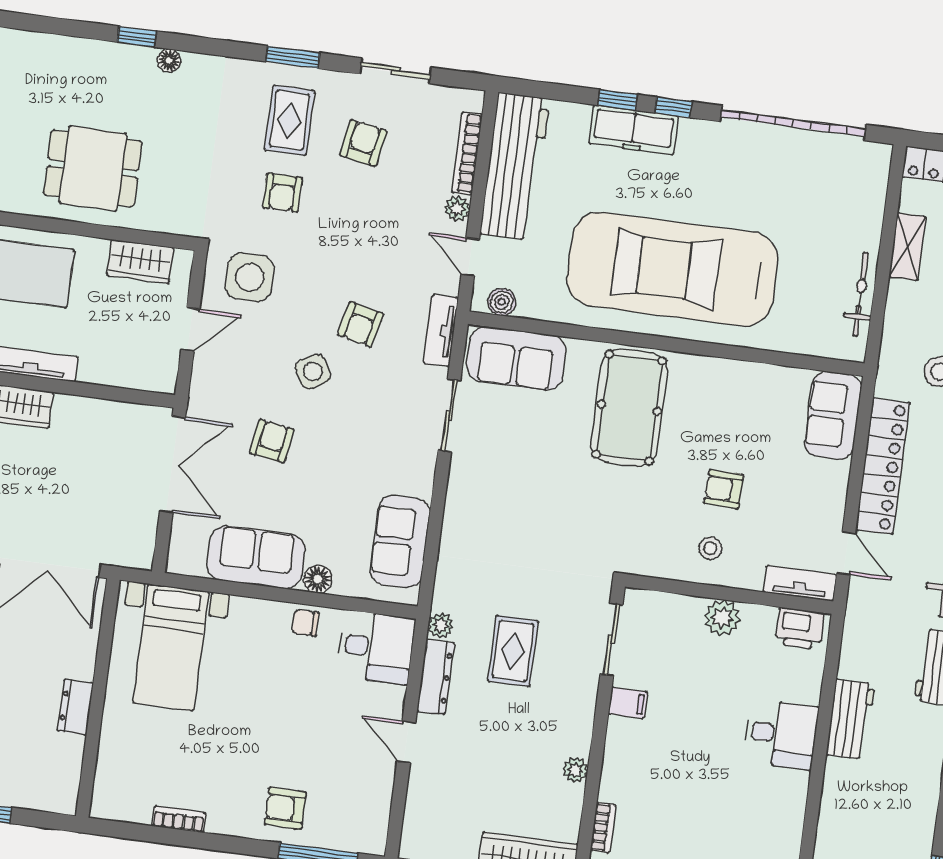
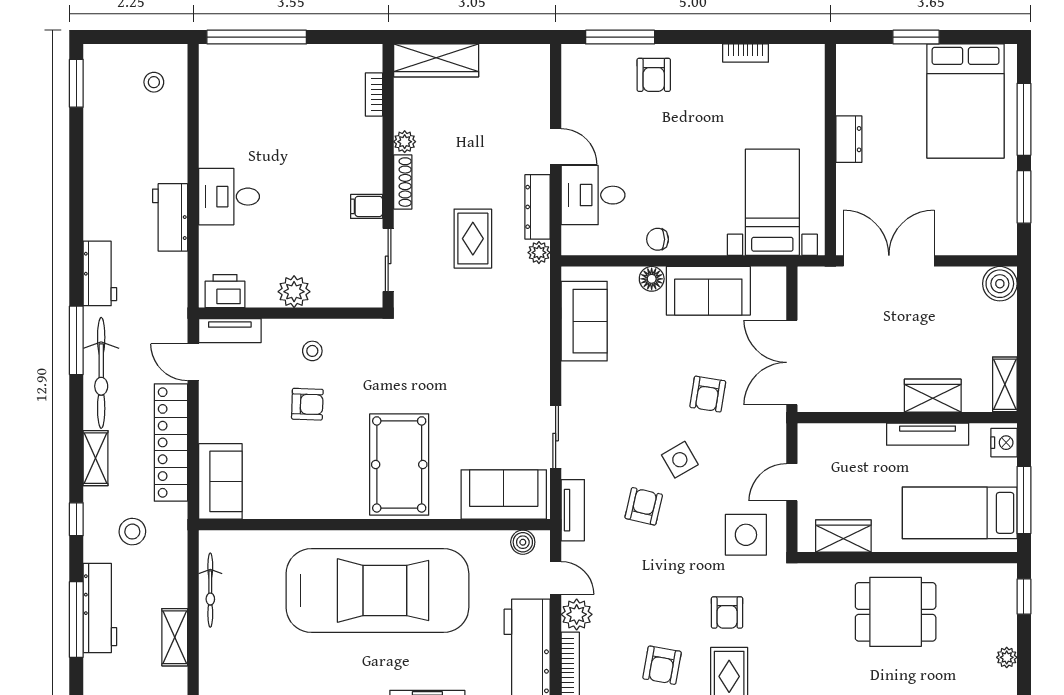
armchair: (282, 193) -> (727, 612), turned 180
plant: (457, 209) -> (577, 614), width x1.38, depth x1.38
chair: (305, 623) -> (658, 239), turned 180
desk: (376, 647) -> (593, 195), moved
shoe rack: (583, 725) -> (403, 182), added
armchair: (285, 808) -> (654, 75), turned 90

